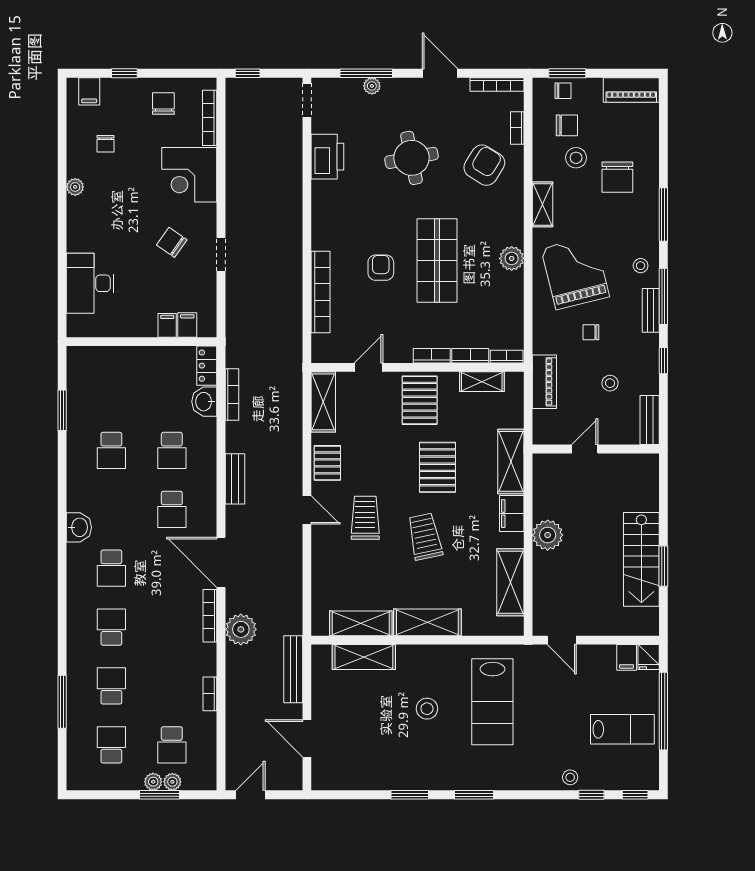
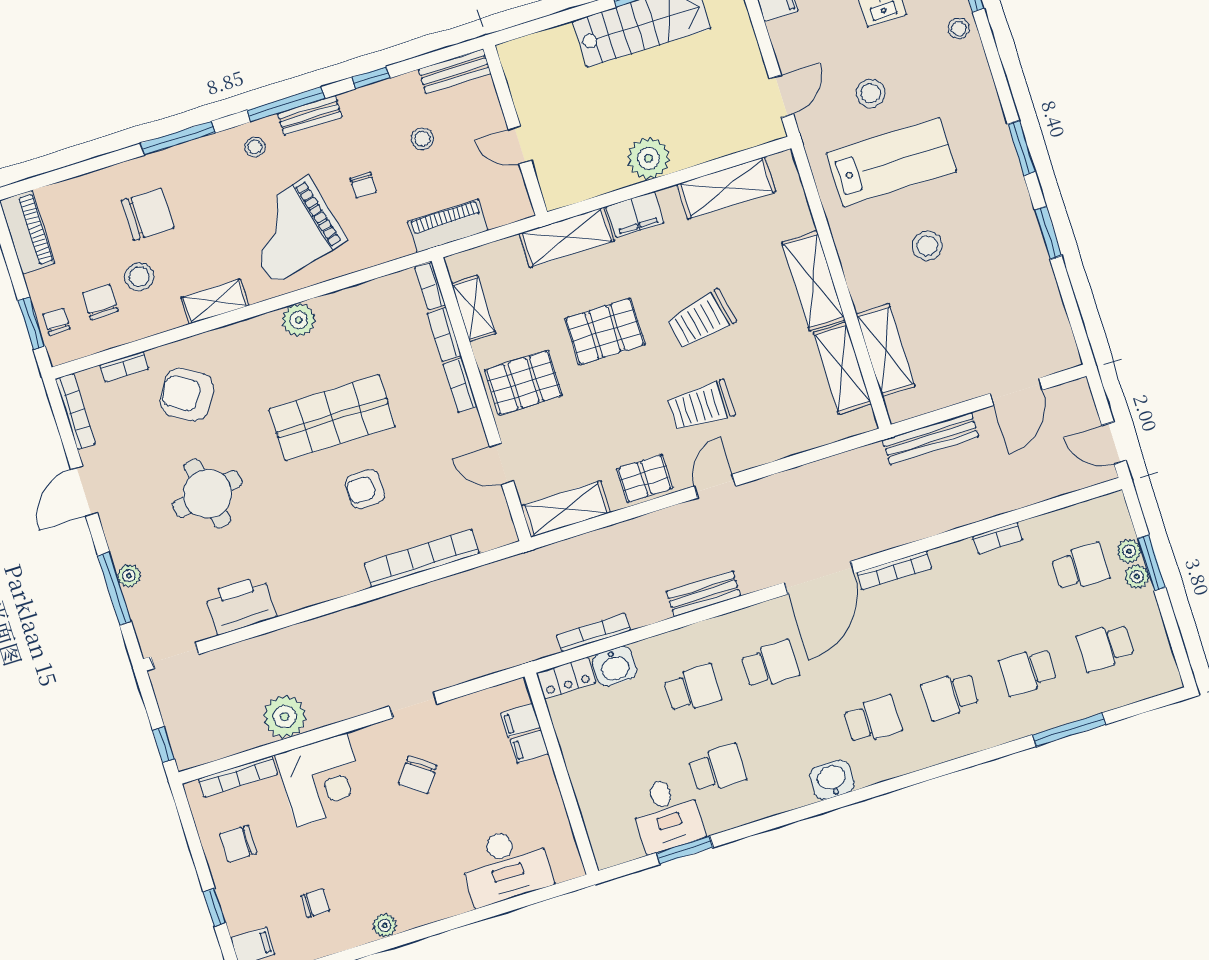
desk: (91, 406) -> (667, 814), added
plant: (241, 629) -> (285, 717), moved
stool: (545, 702) -> (871, 93), added

